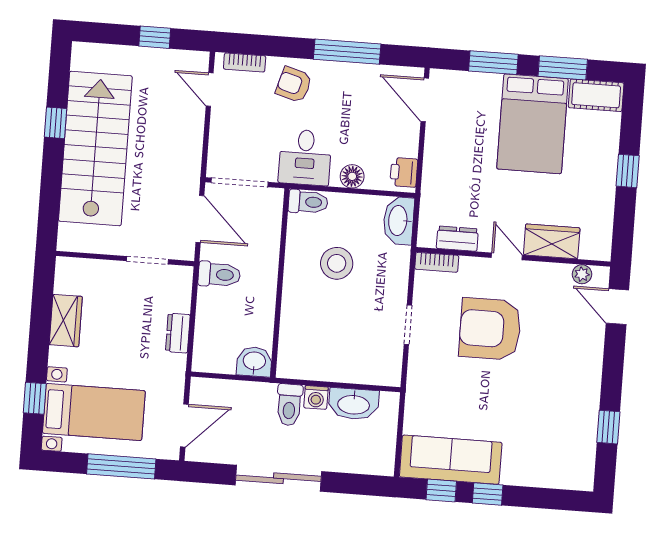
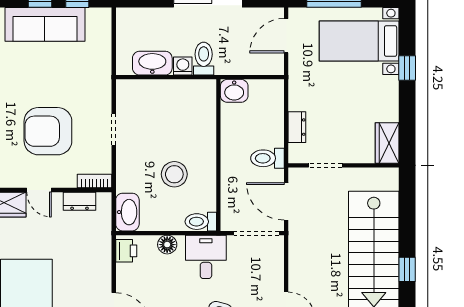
wardrobe: (66, 321) -> (387, 143), moved
armchair: (490, 329) -> (48, 131), turned 180
dresser: (178, 333) -> (297, 127), moved
window: (35, 398) -> (407, 68), moved
sofa: (451, 460) -> (45, 24), moved

